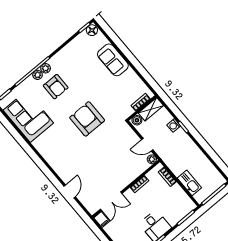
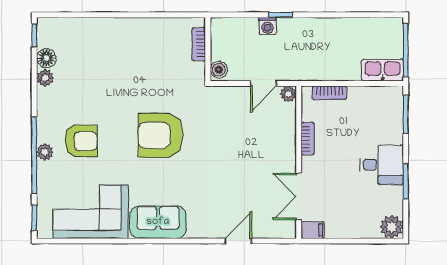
floor lamp: (92, 30) -> (46, 58), moved
sofa: (113, 60) -> (158, 222), moved, turned 180
plant: (46, 68) -> (45, 78), moved
shelving: (151, 109) -> (220, 38), removed
kitchen sink: (189, 183) -> (382, 70), moved
door: (70, 191) -> (238, 241), hinge flipped
double door: (111, 201) -> (299, 197), swing flipped

